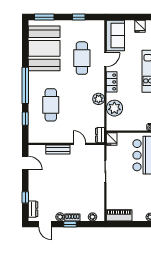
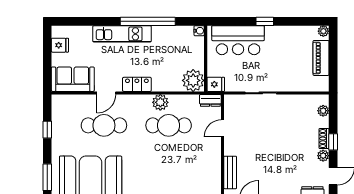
door: (105, 60) -> (106, 93), swing flipped
cafe table: (51, 105) -> (169, 125), moved
plant: (114, 108) -> (193, 80), moved
bench: (58, 149) -> (230, 172), moved
piano: (119, 215) -> (321, 58), moved

